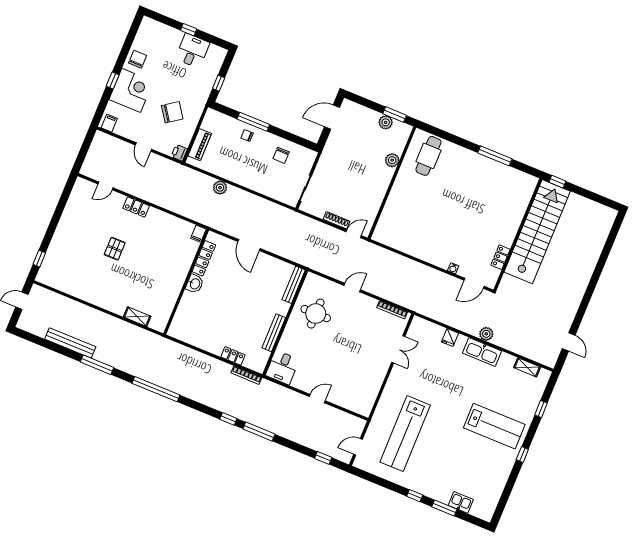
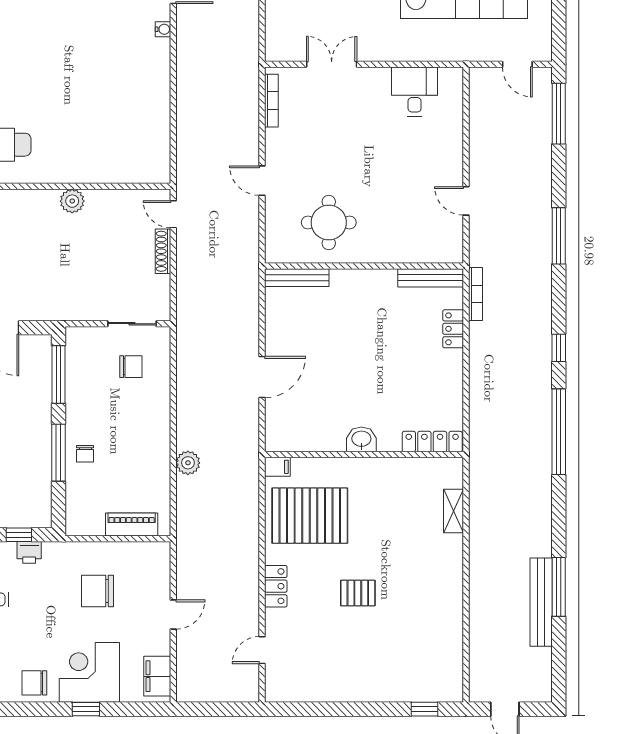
chair: (172, 112) -> (97, 591), turned -55
filing cabinet: (109, 123) -> (157, 676), width x2.00
window: (294, 139) -> (58, 375), added
printer: (179, 153) -> (29, 552), moved
chair: (281, 155) -> (131, 367), moved
plant: (392, 160) -> (72, 201), moved
door: (105, 186) -> (262, 650), swing flipped
pallet: (166, 240) -> (310, 516), added
locker: (204, 258) -> (432, 442), moved
bench: (274, 333) -> (431, 278), moved
window: (97, 365) -> (559, 587), moved
desk: (282, 367) -> (415, 91), moved, turned -90
door: (317, 399) -> (466, 201), moved
window: (228, 419) -> (559, 348), moved
window: (323, 458) -> (559, 114), width x2.17

